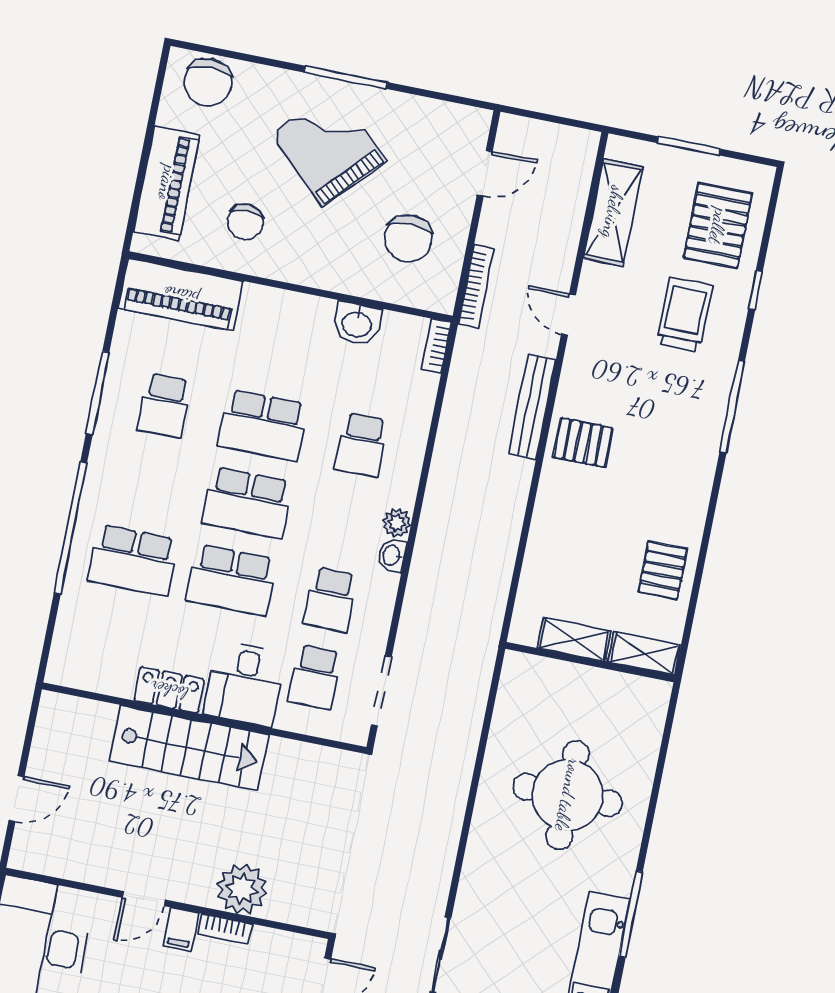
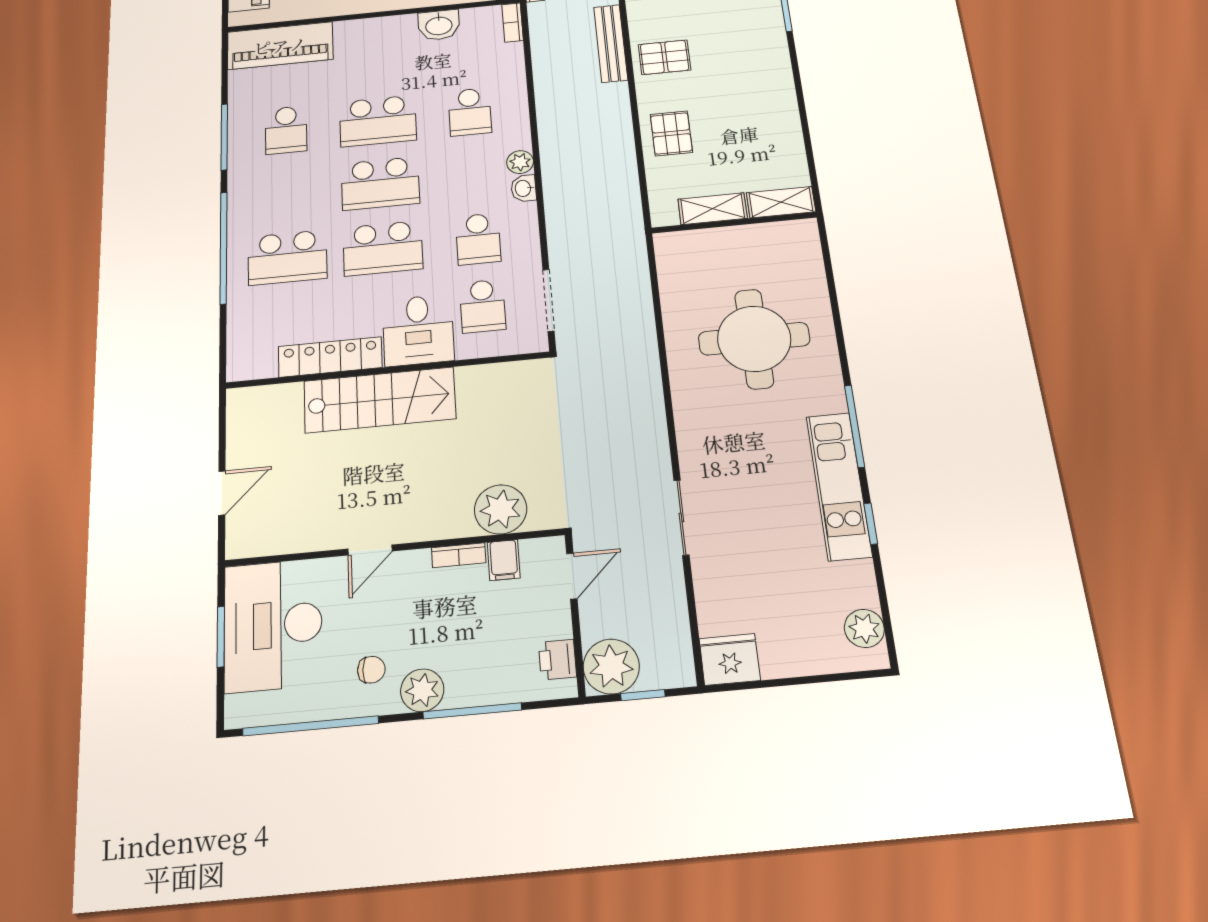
pallet: (663, 570) -> (671, 133), moved
locker: (169, 690) -> (330, 357), width x1.53
plant: (242, 889) -> (501, 509), moved
filing cabinet: (181, 929) -> (504, 560), moved

